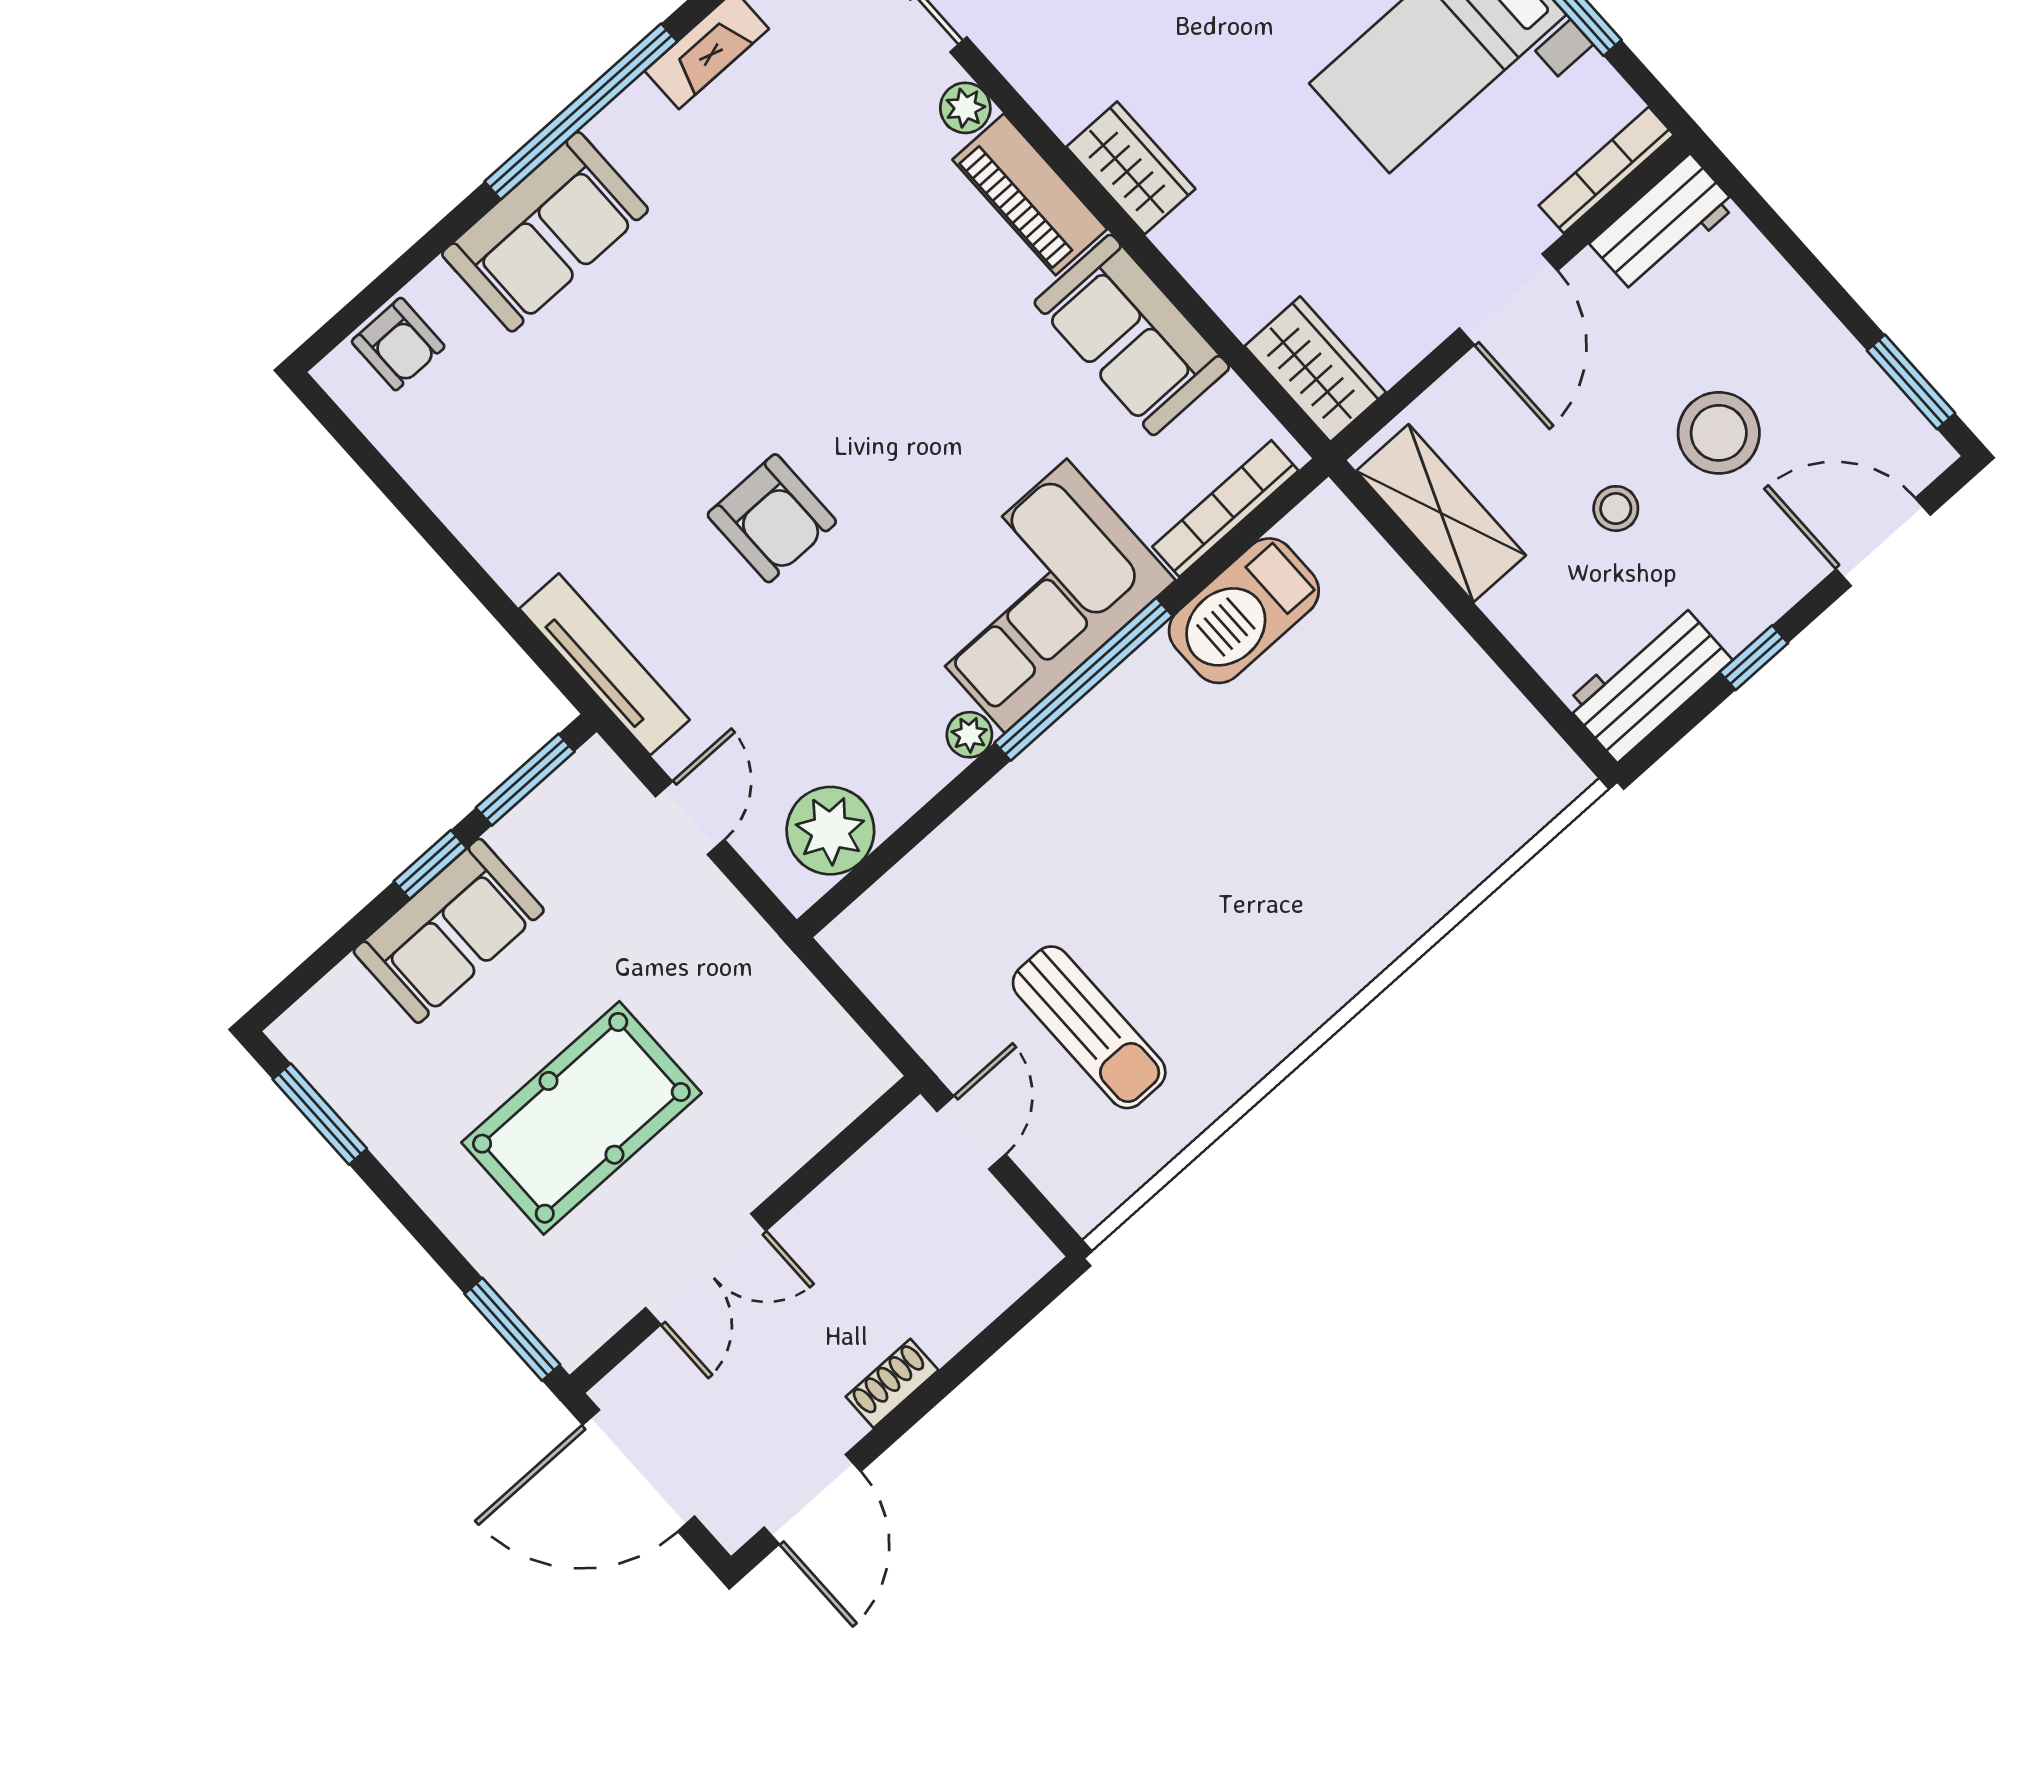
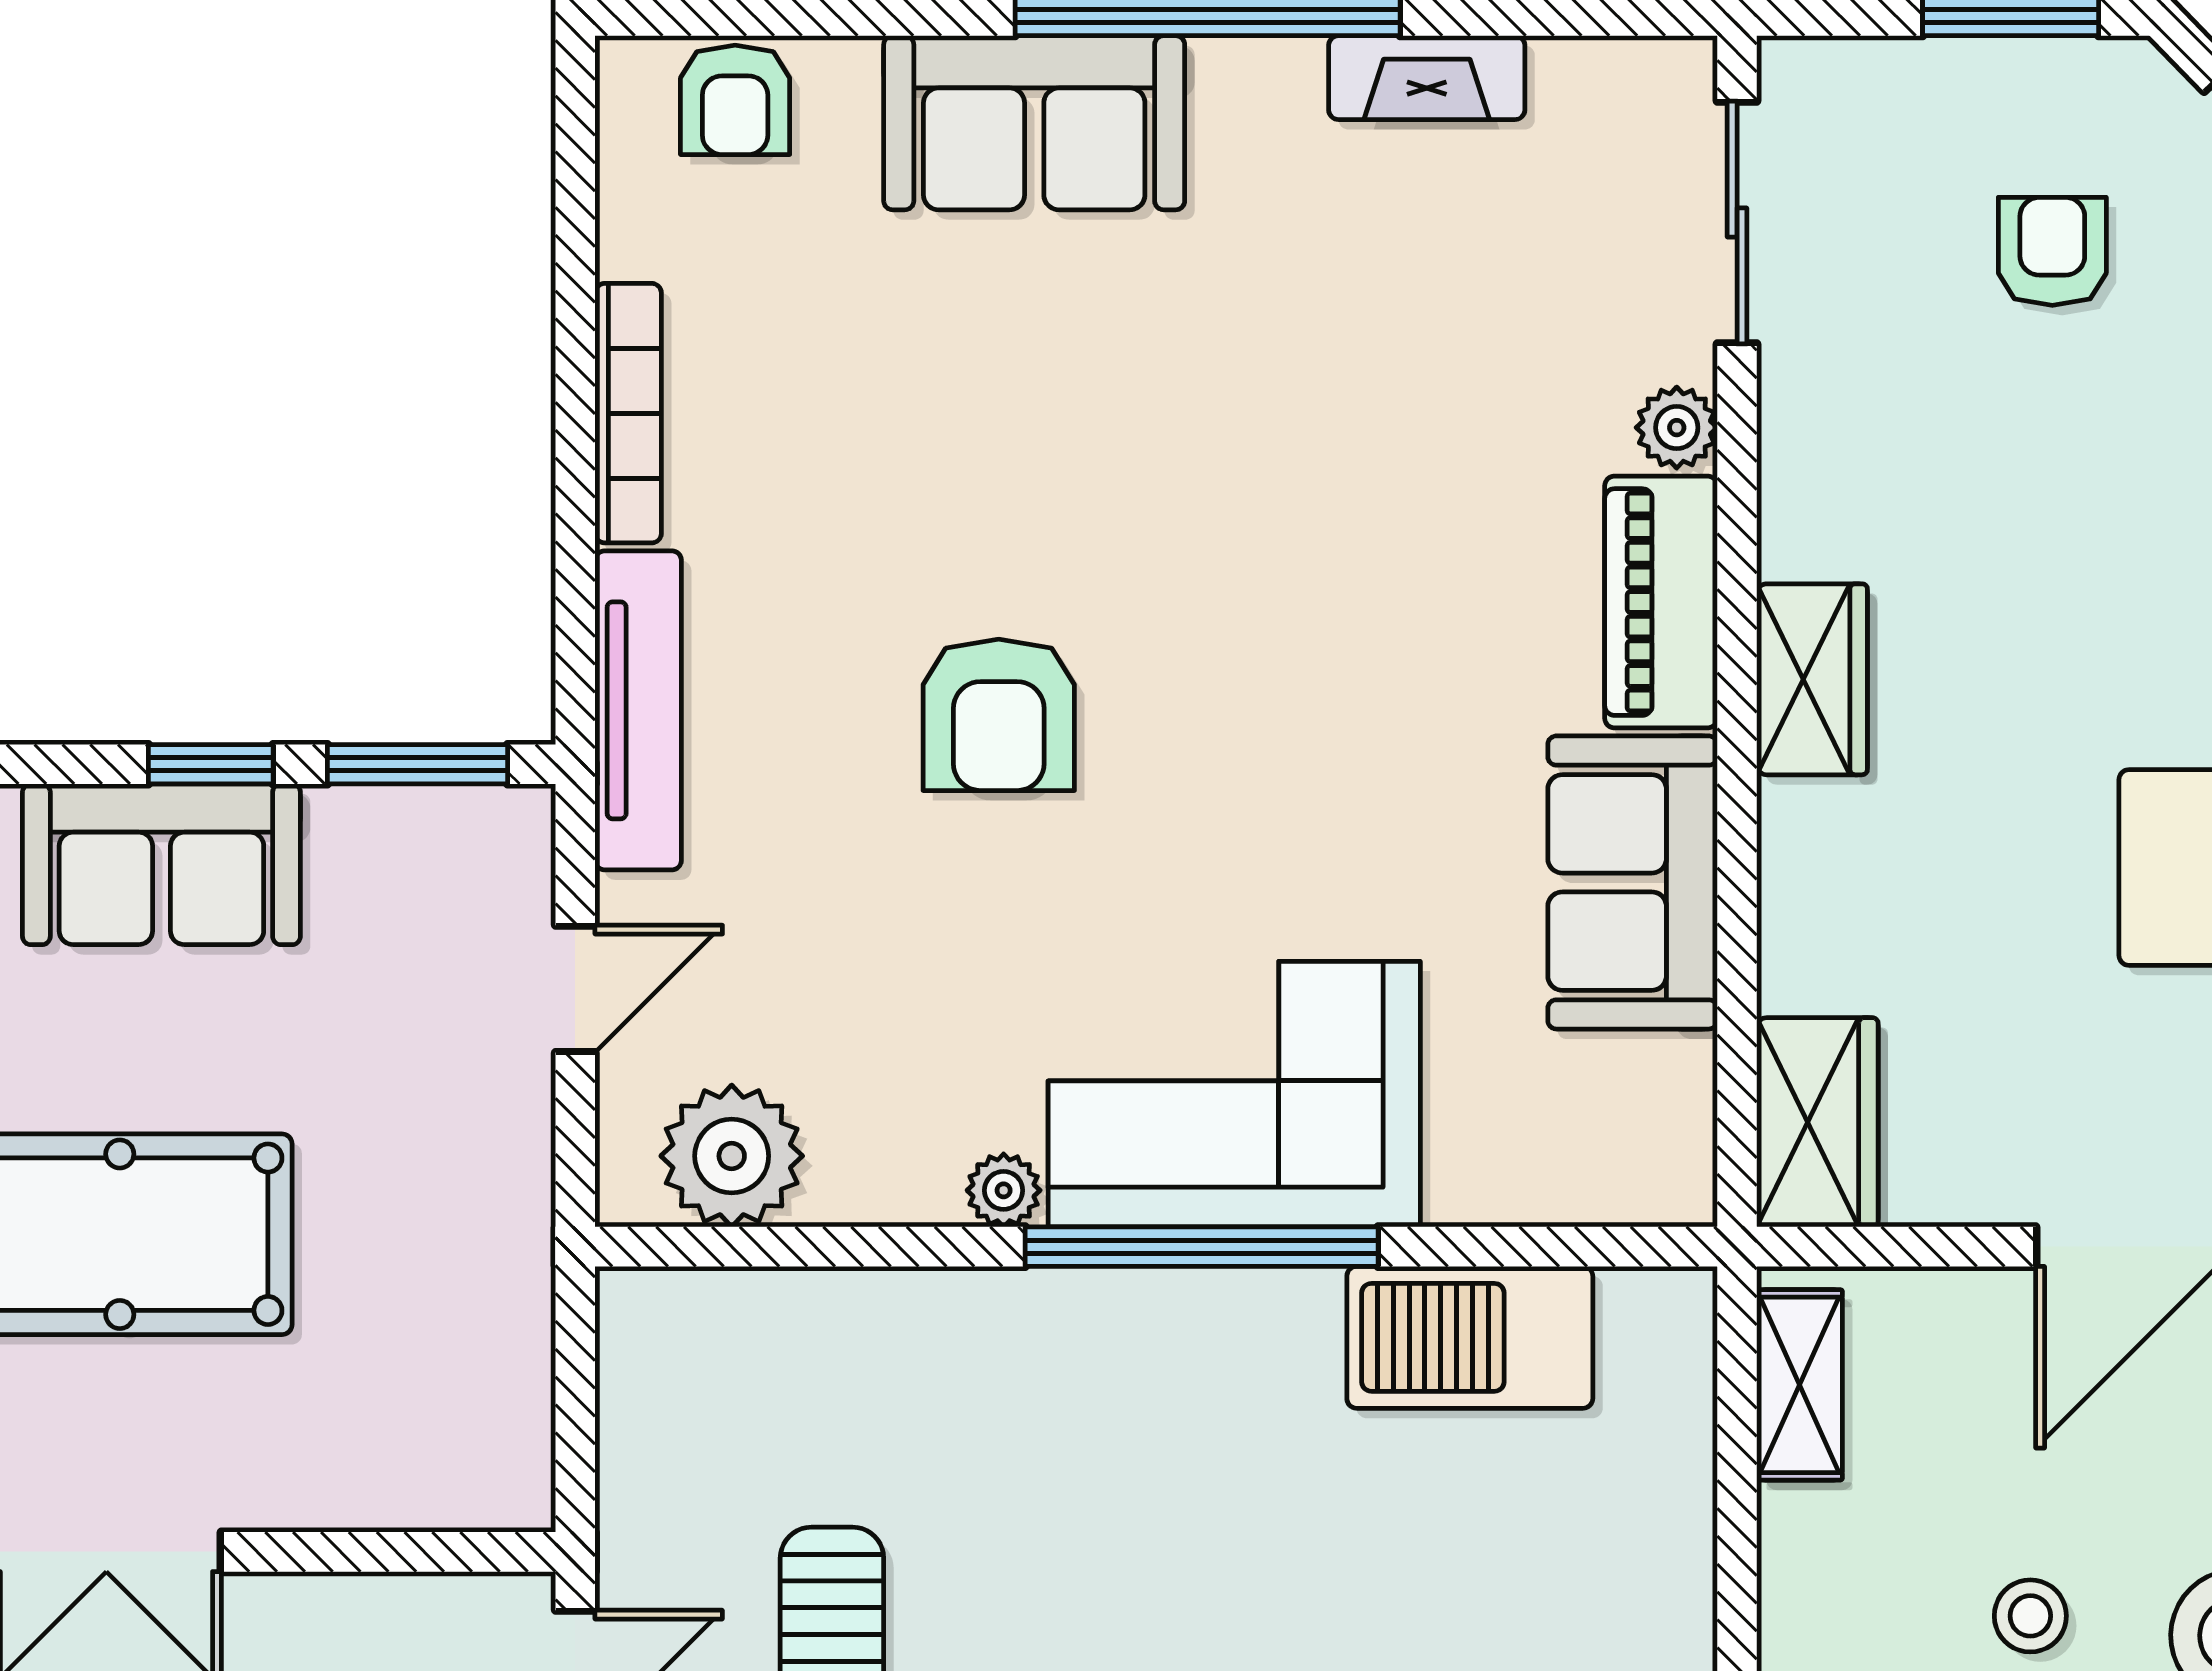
bookcase: (1225, 509) -> (628, 413), moved, turned 90
shelving: (1441, 513) -> (1800, 1385), width x0.67, depth x0.75

